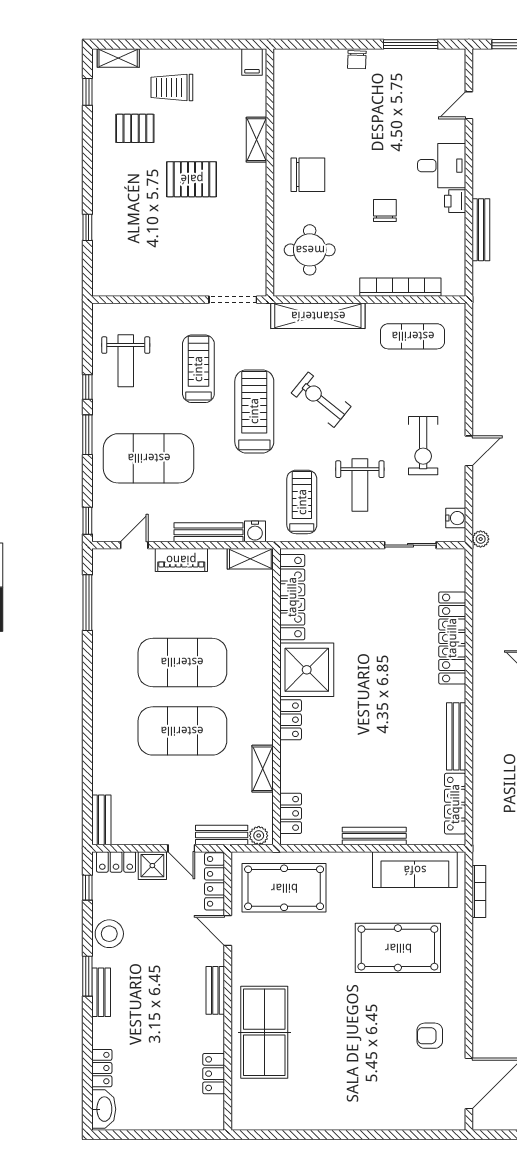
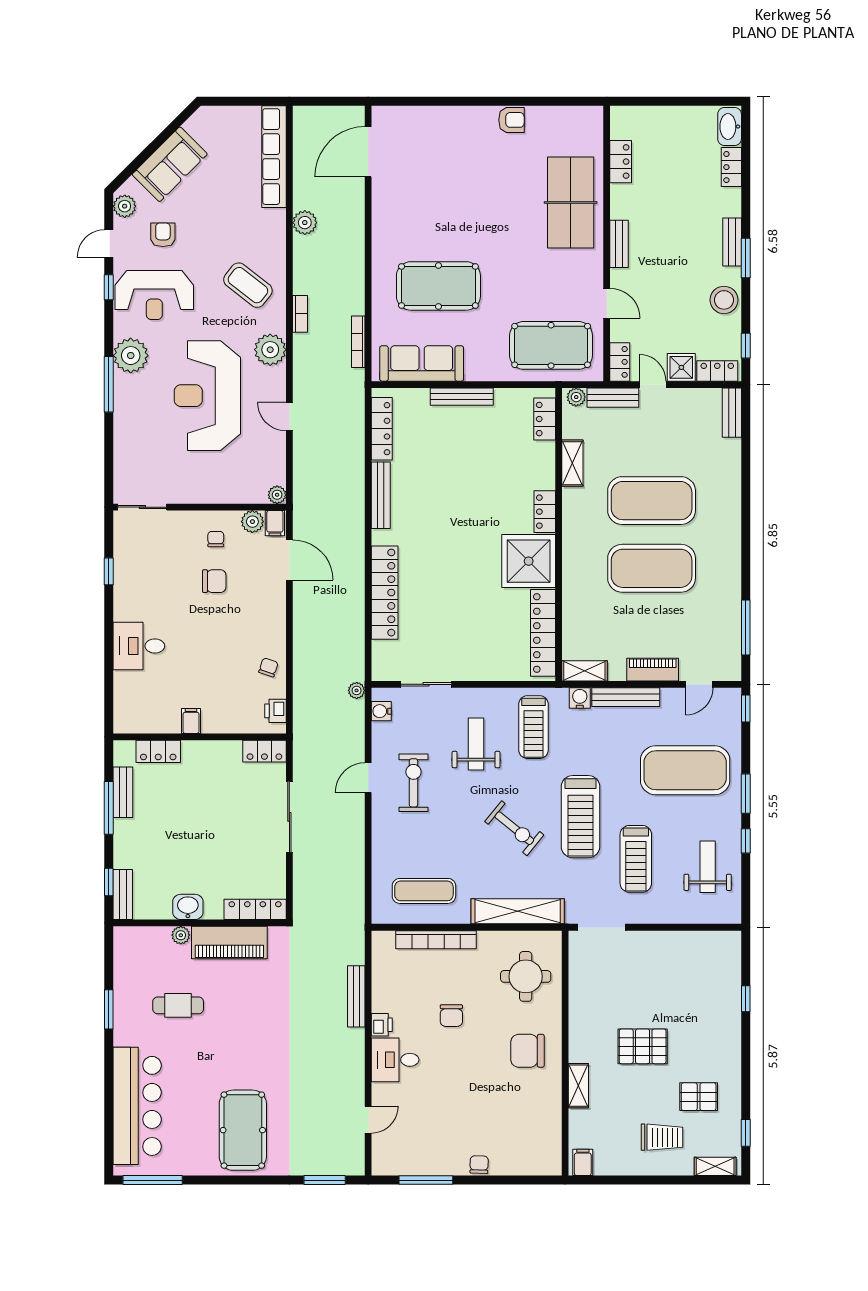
locker: (215, 881) -> (620, 362), width x0.66
armchair: (430, 1036) -> (511, 120), moved

